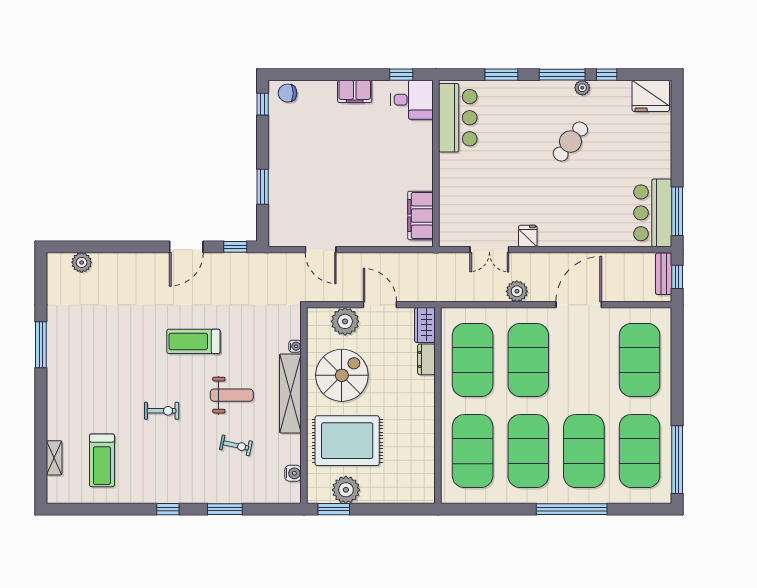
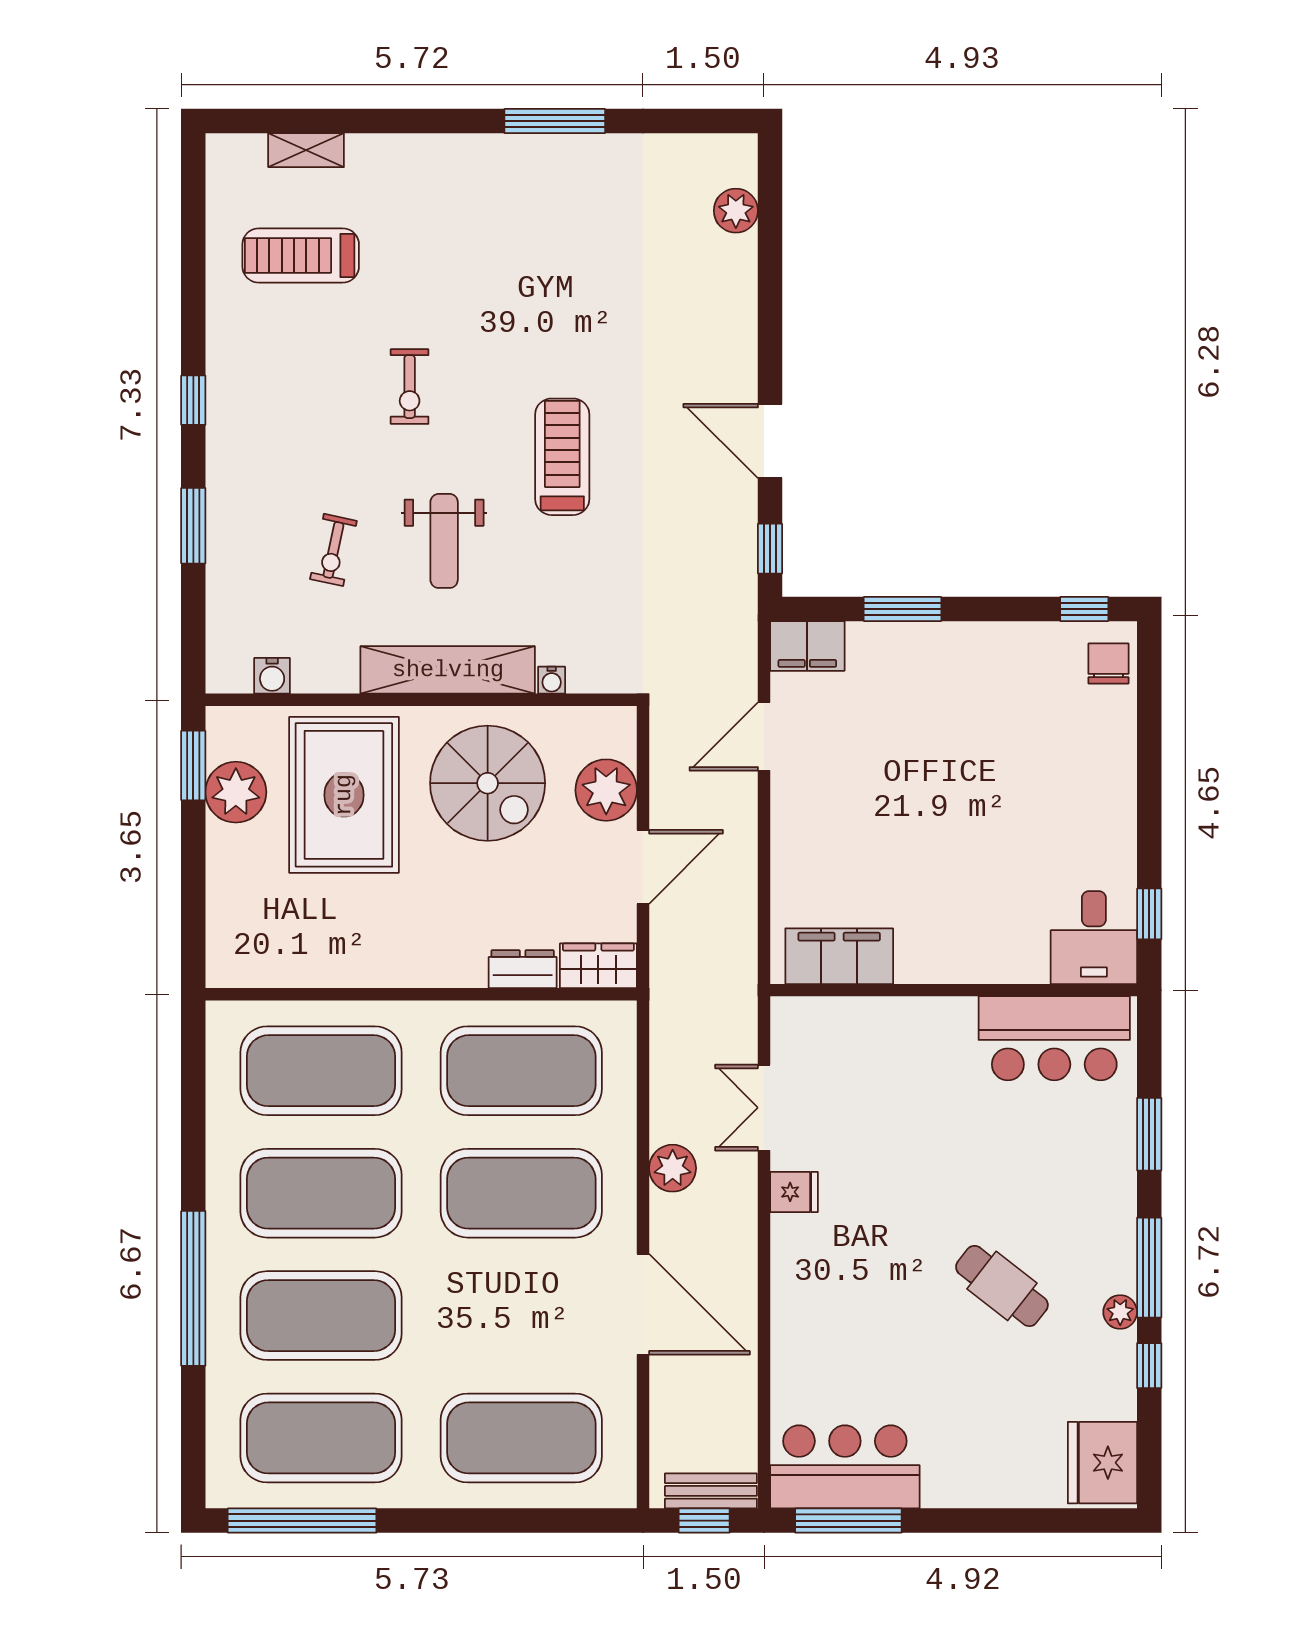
filing cabinet: (355, 91) -> (807, 646), moved, turned -90

